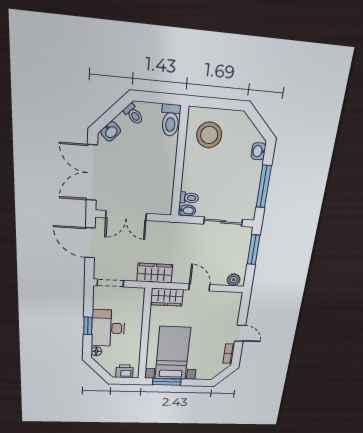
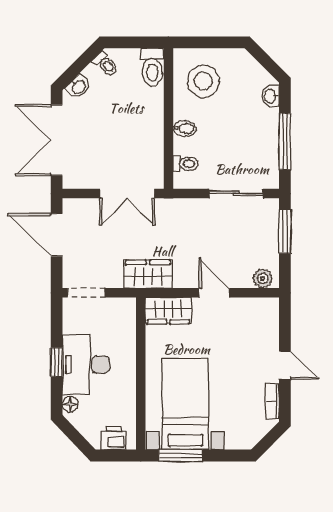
bidet: (187, 210) -> (185, 129), moved
double door: (126, 216) -> (127, 194), moved

